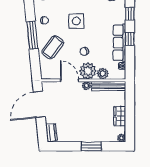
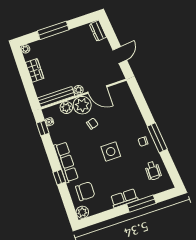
window: (32, 35) -> (157, 138), moved
window: (130, 39) -> (43, 128), moved
row of seats: (119, 43) -> (66, 162), moved
coffee table: (53, 47) -> (126, 117), removed
door: (39, 104) -> (120, 55), width x0.53
window: (91, 146) -> (53, 30), width x1.44

